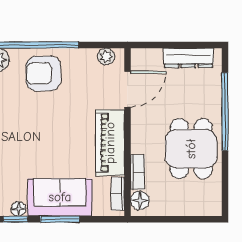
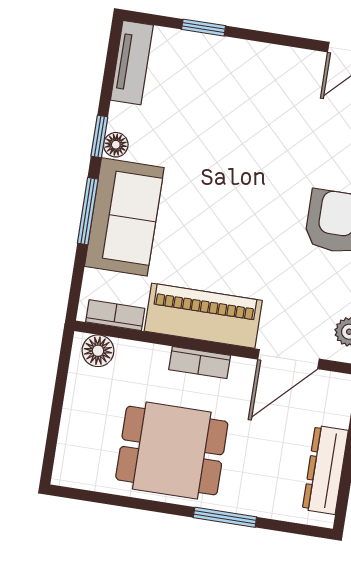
door: (127, 89) -> (288, 359), hinge flipped
window: (225, 112) -> (225, 517), width x0.47
bookcase: (137, 172) -> (200, 363), moved

